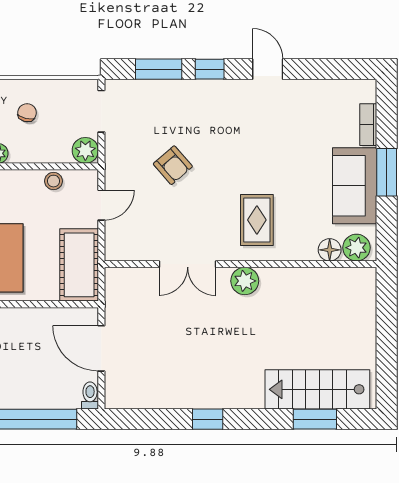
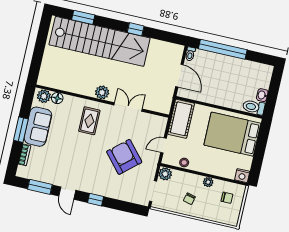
window: (159, 69) -> (40, 187), moved
armchair: (173, 165) -> (124, 157), width x1.88, depth x1.88
stairs: (317, 389) -> (100, 41), width x1.86, depth x1.51

